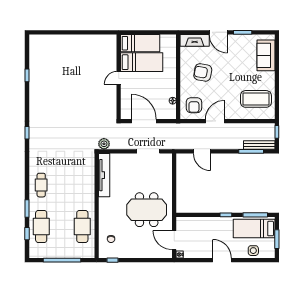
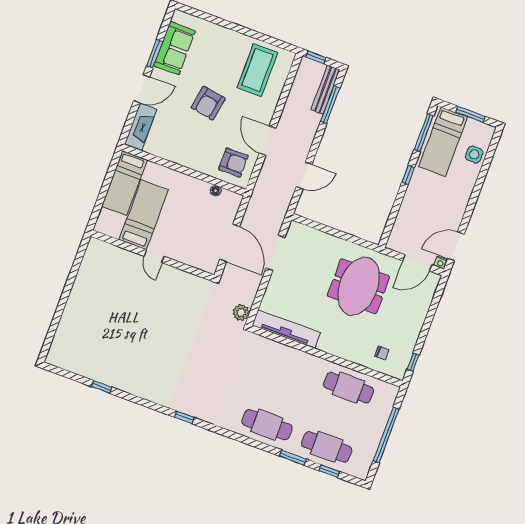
bed: (140, 43) -> (124, 183), moved, turned 180
sofa: (266, 55) -> (175, 48), moved, turned -90
armchair: (203, 72) -> (208, 103), moved
door: (144, 121) -> (230, 243), swing flipped
cafe table: (41, 185) -> (267, 425), width x1.37, depth x1.35
door: (222, 260) -> (456, 246), moved

